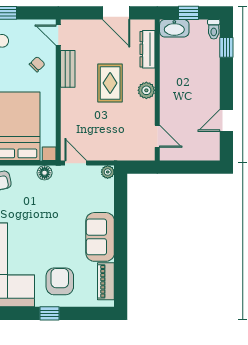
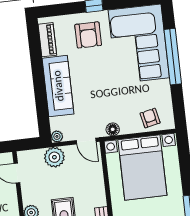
plant: (113, 149) -> (54, 157), added
sofa: (100, 237) -> (58, 86), width x1.36

